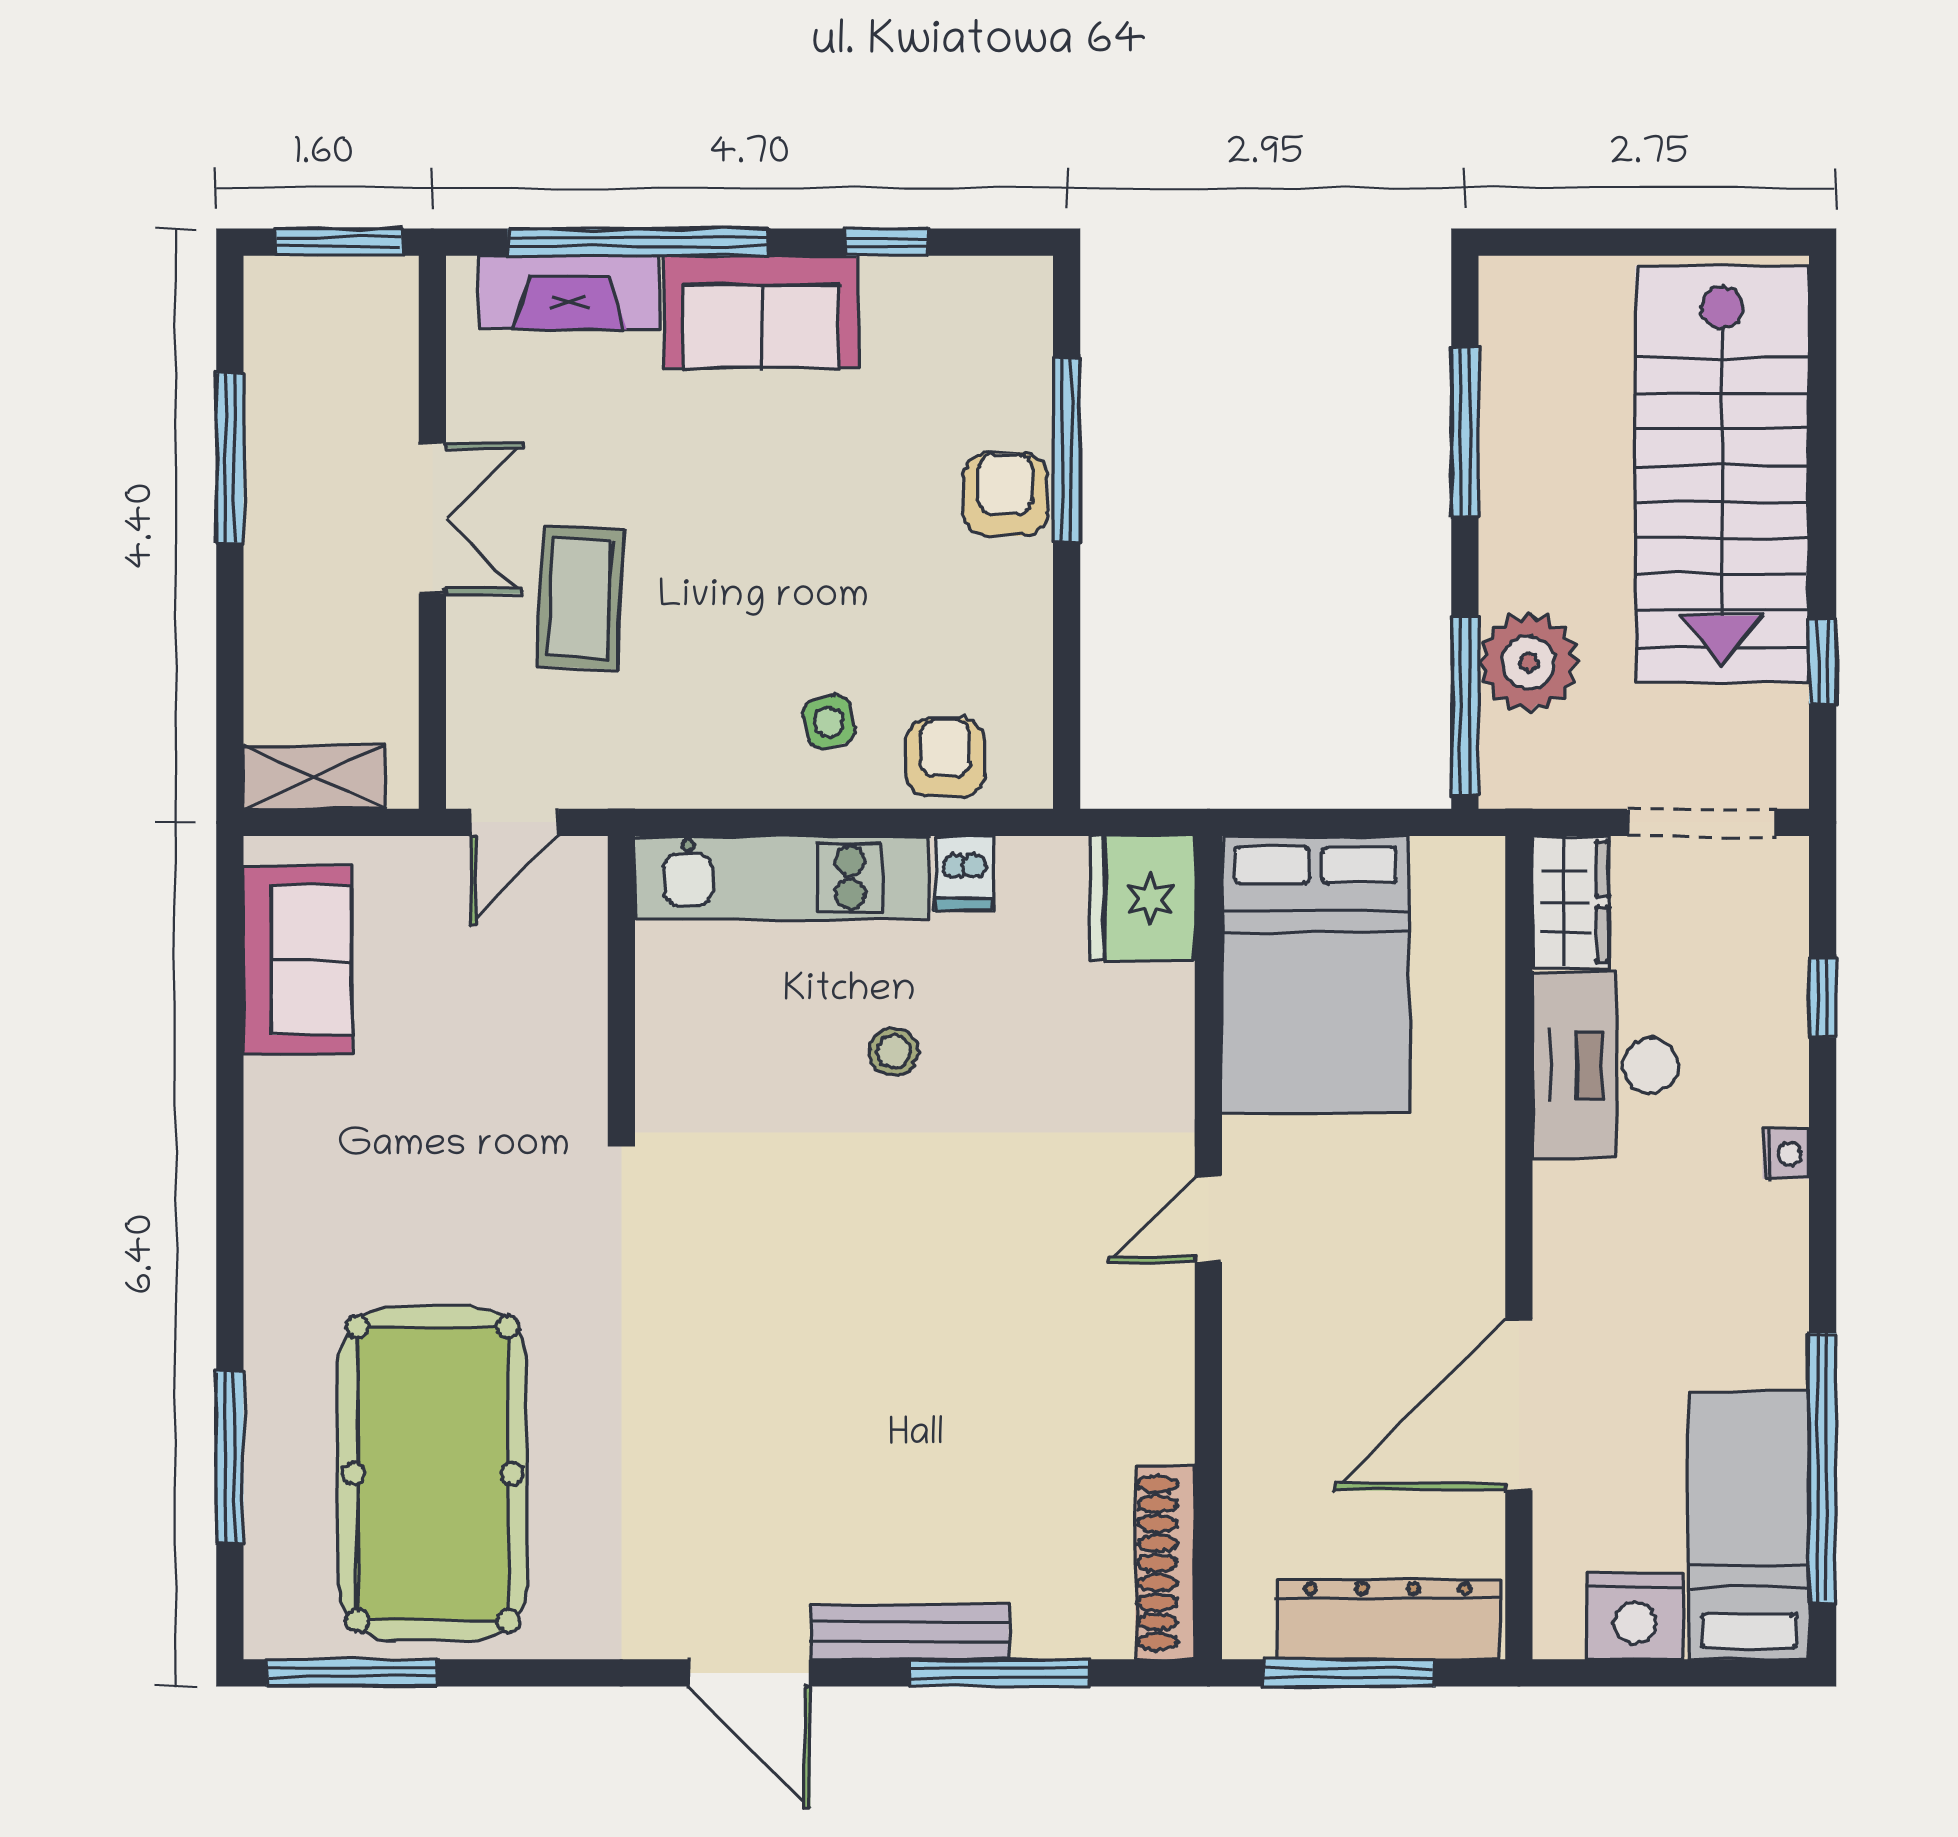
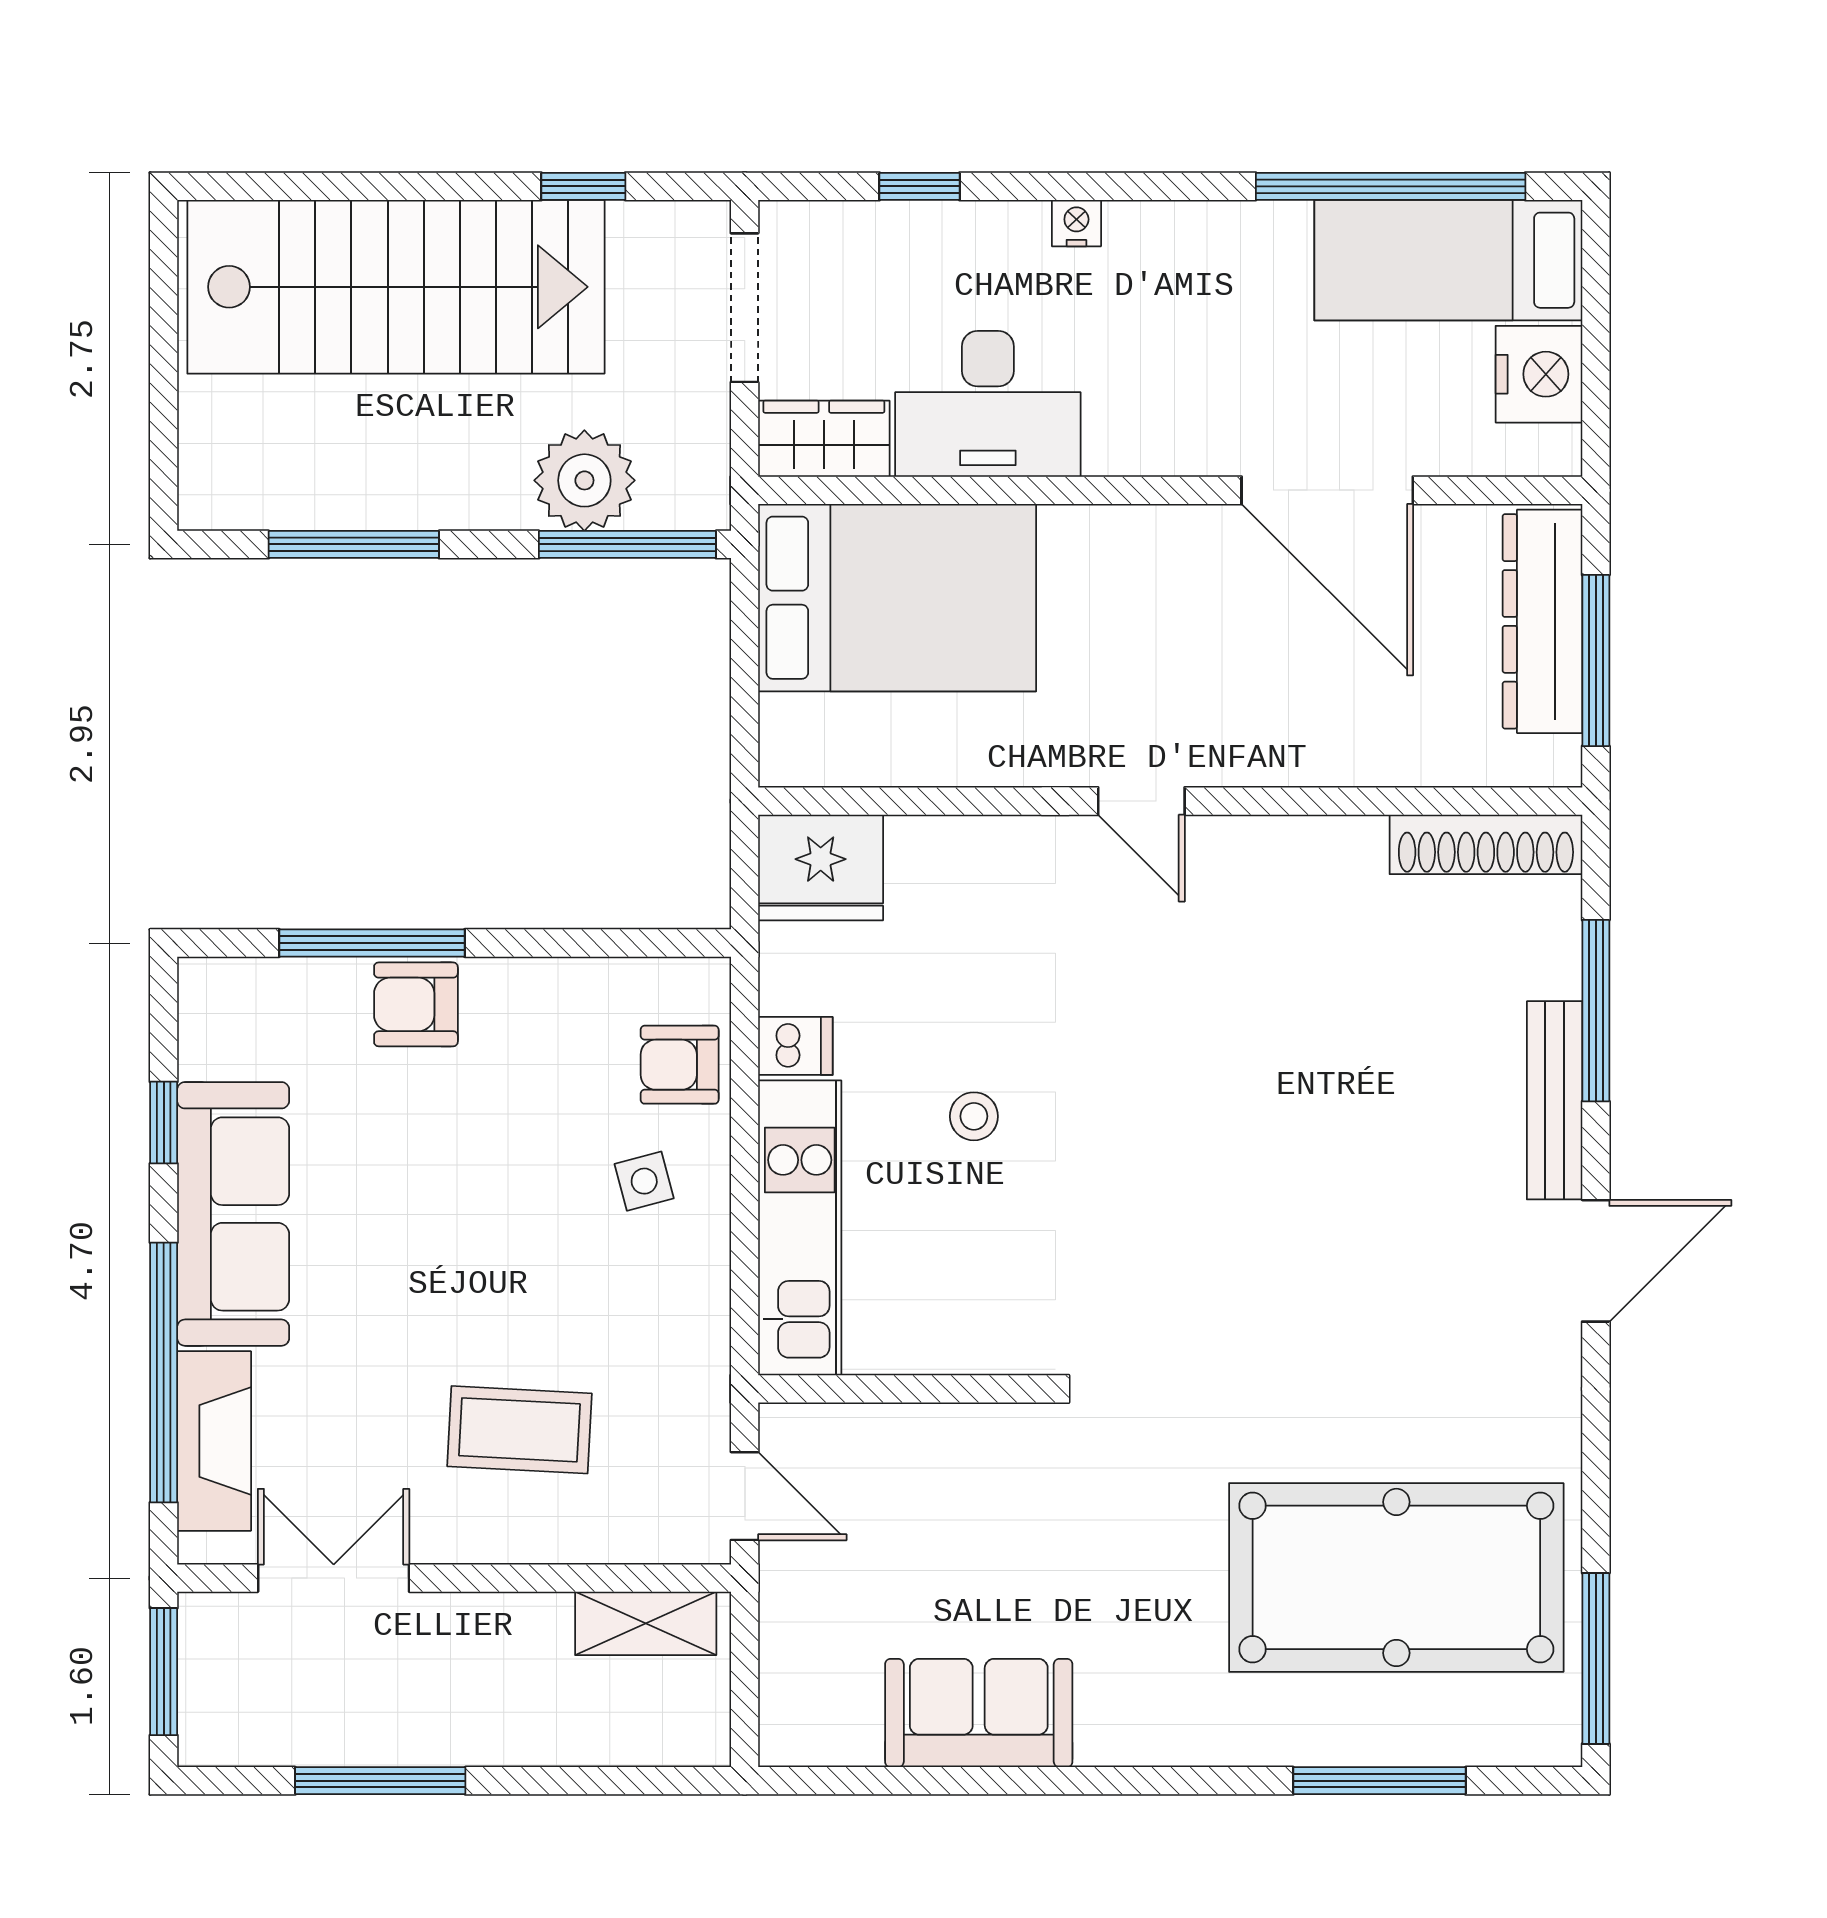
sofa: (761, 312) -> (233, 1214), width x1.36
double door: (432, 518) -> (334, 1578), moved
shelving: (314, 777) -> (646, 1623), moved, turned 90
sofa: (298, 960) -> (979, 1713), moved
bed: (1316, 975) -> (897, 598), moved

